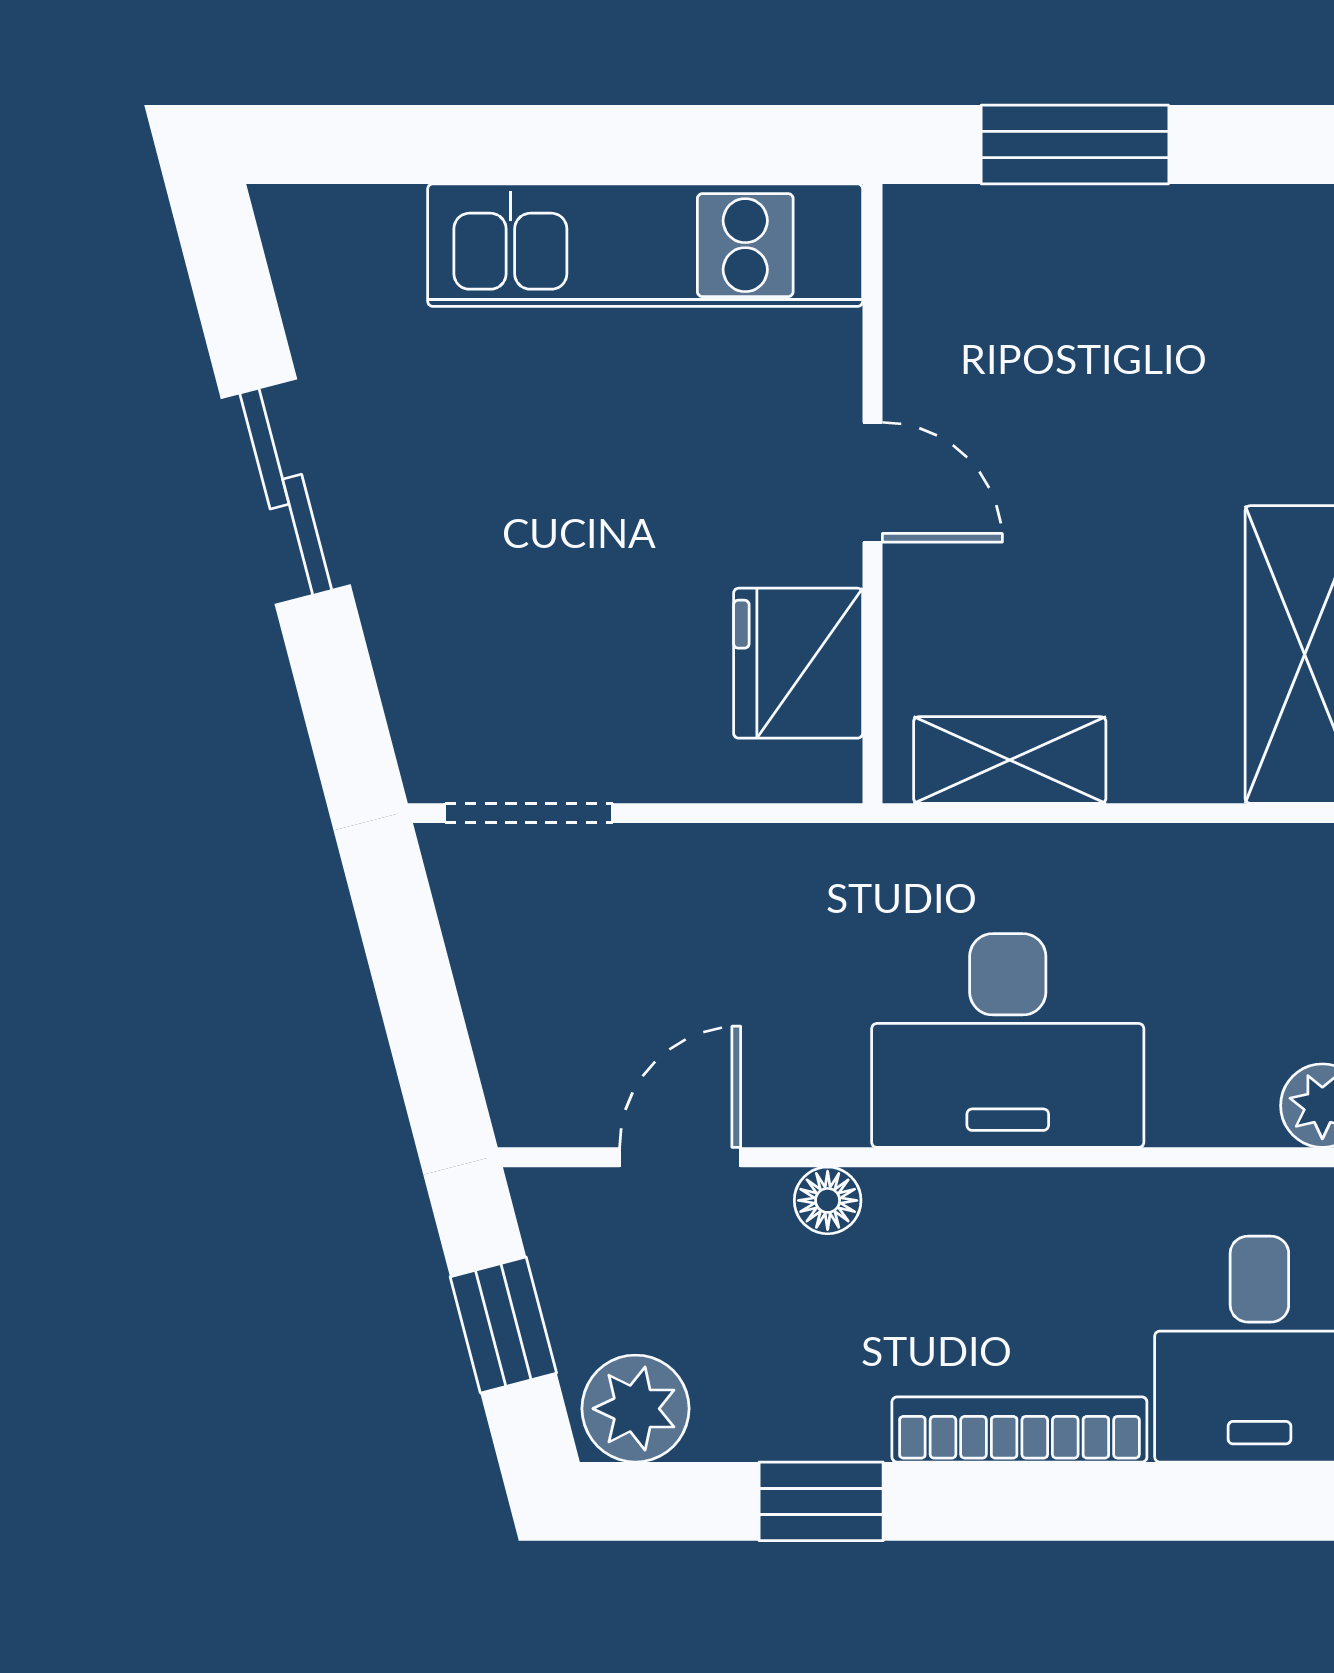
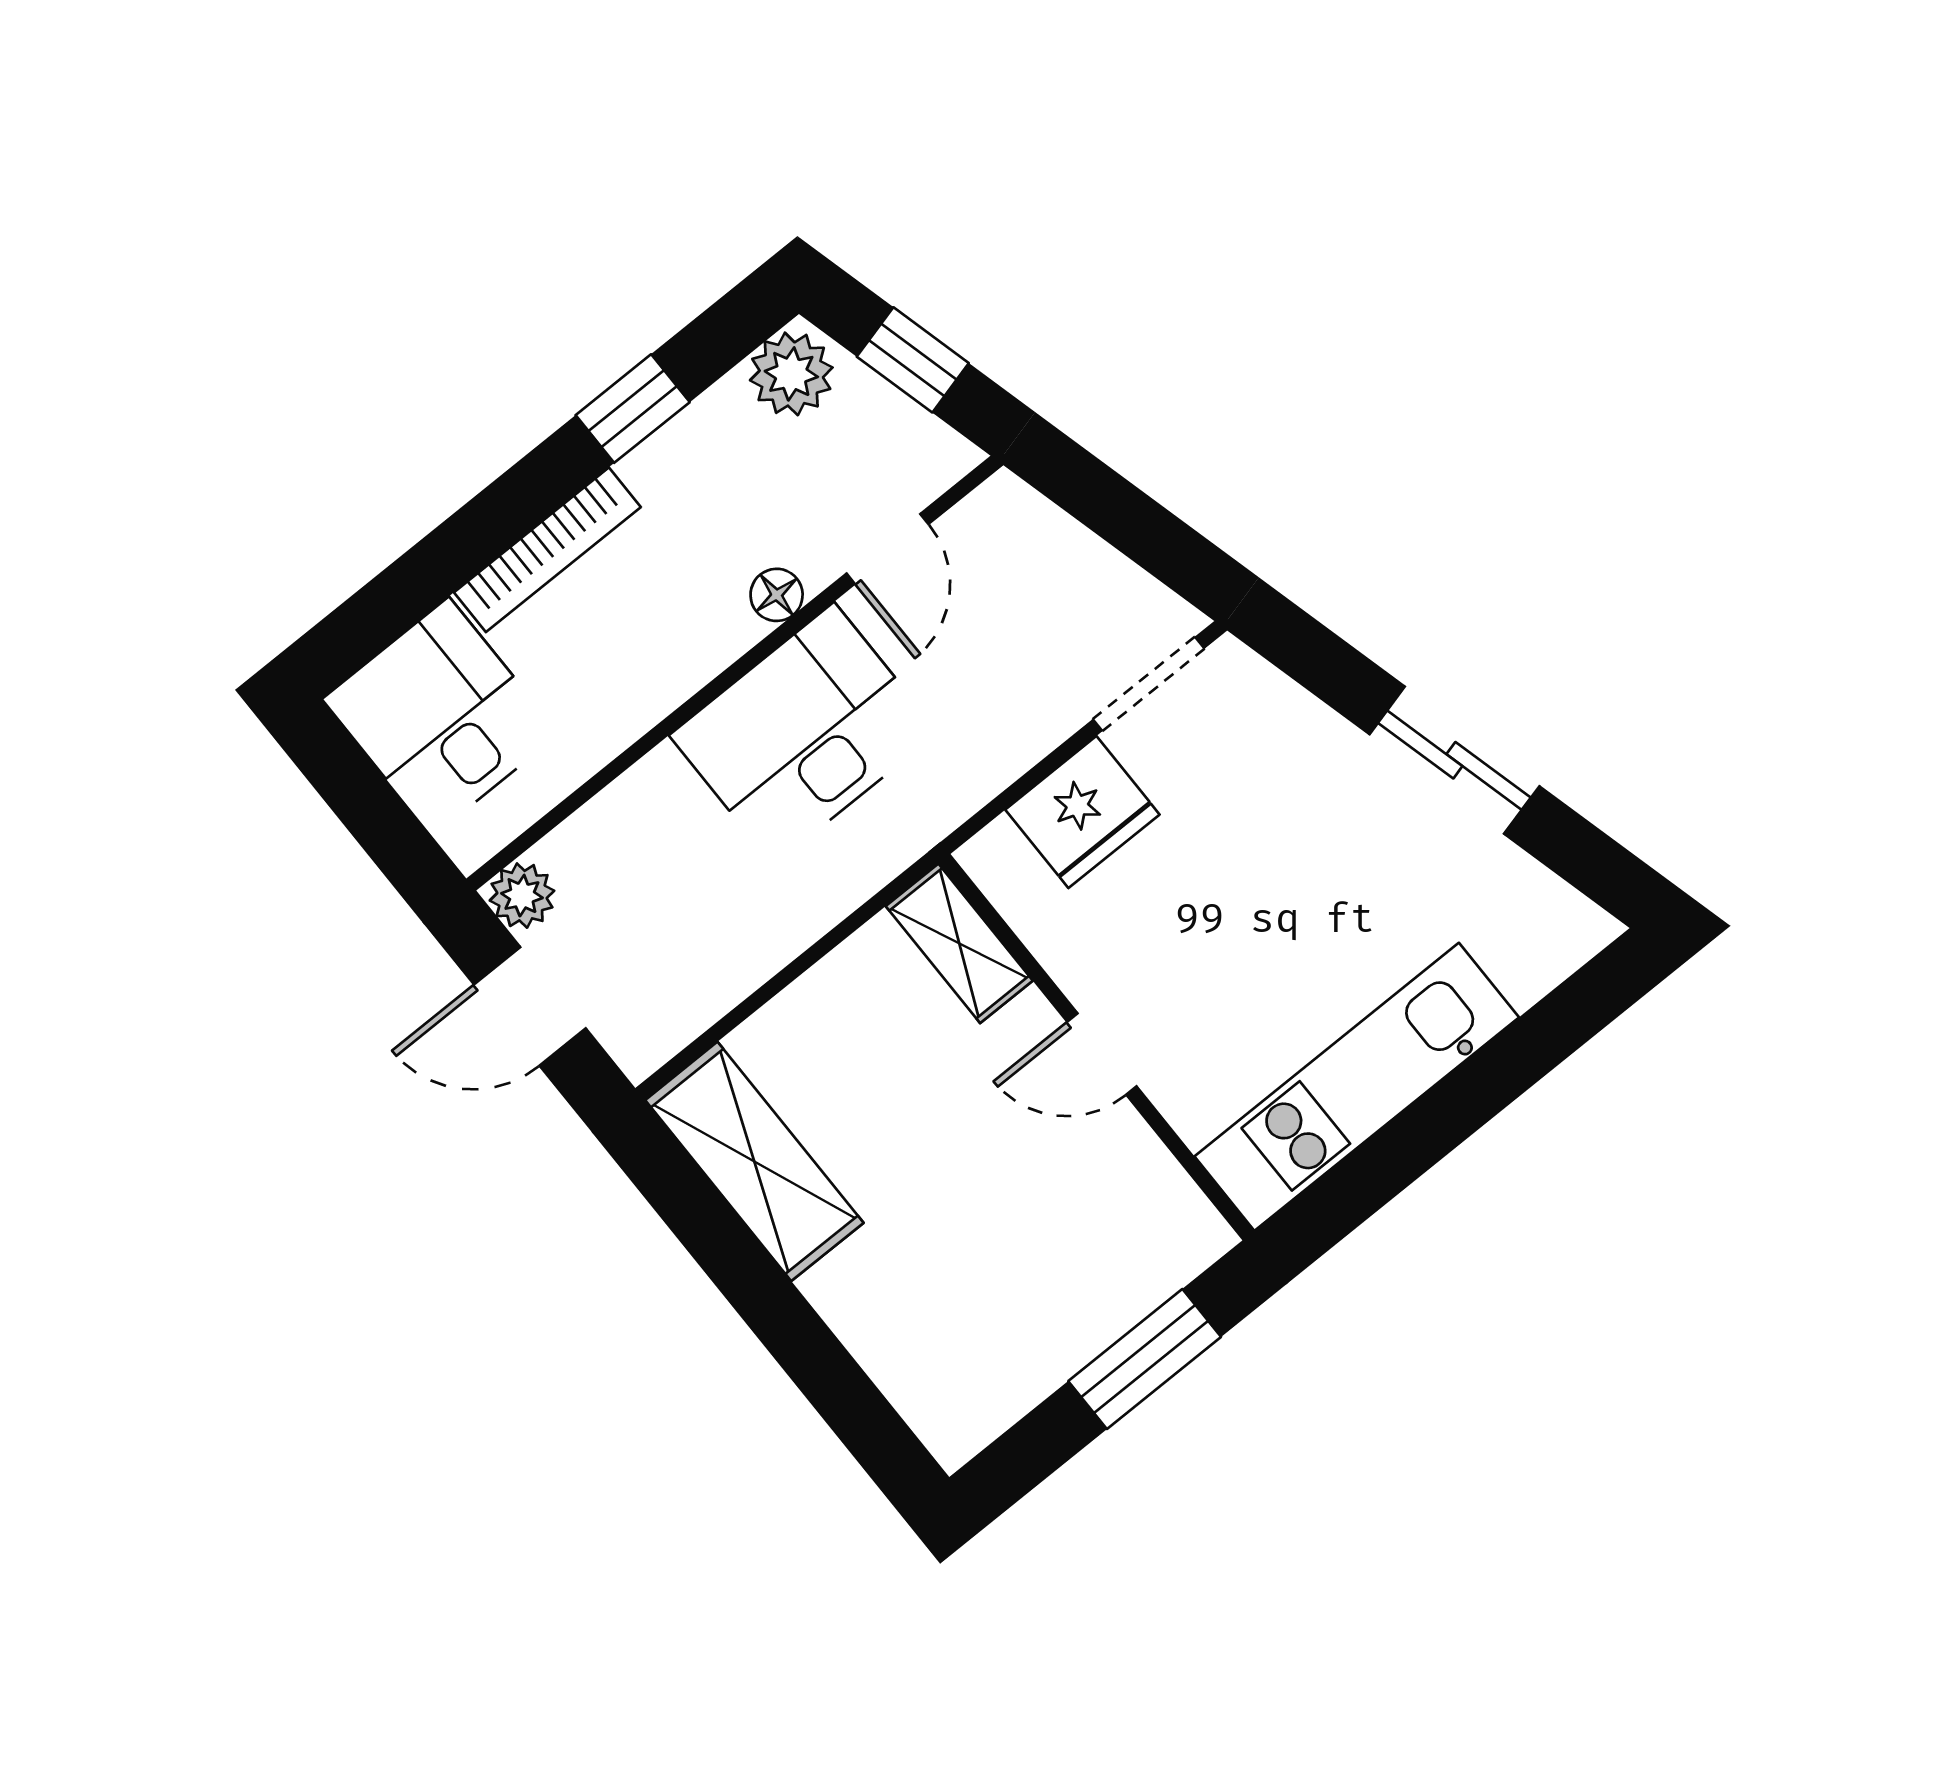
fridge: (798, 663) -> (1082, 812), moved, turned 90
shelving: (1010, 760) -> (959, 943), moved, turned 90
desk: (1008, 1041) -> (804, 734), moved

